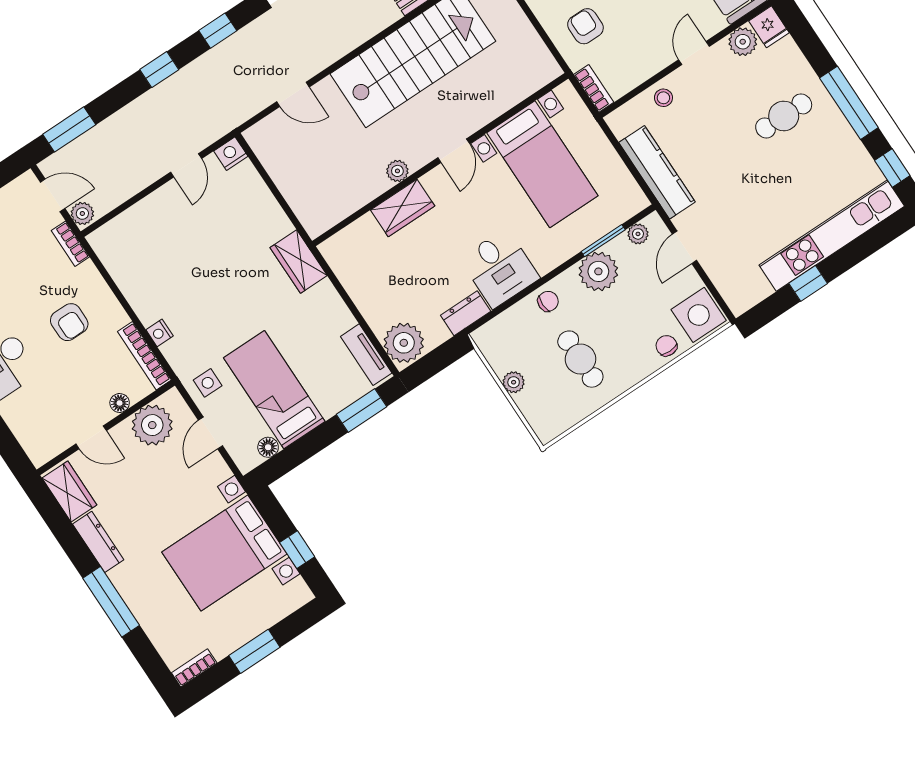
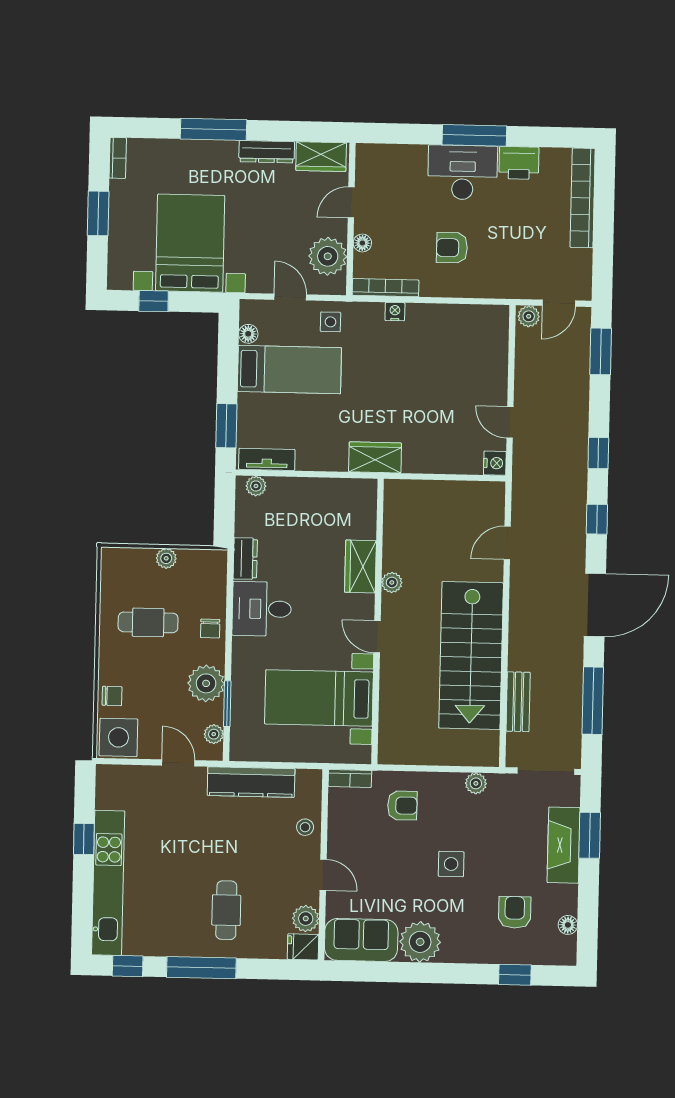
bookcase: (70, 244) -> (512, 291), removed
plant: (404, 343) -> (256, 486), width x0.53, depth x0.53

